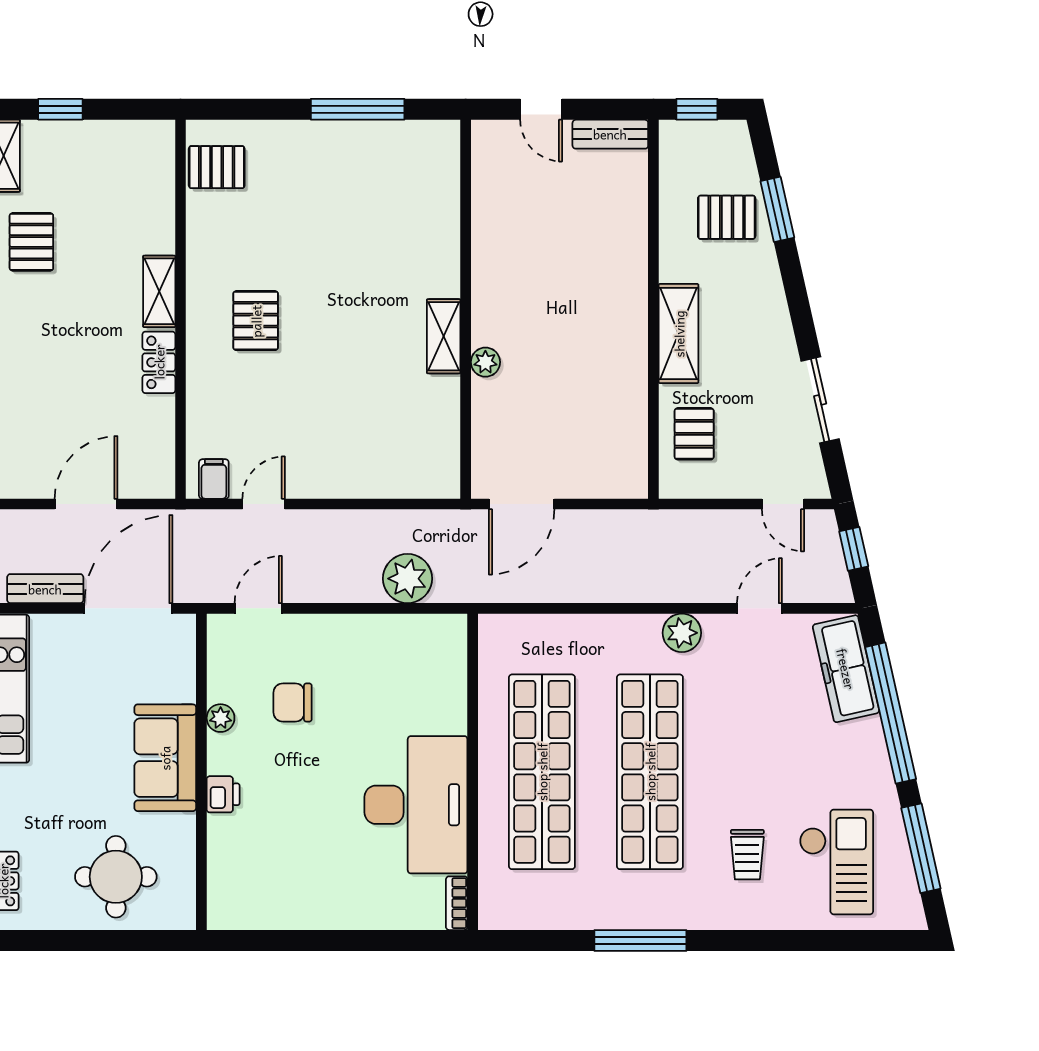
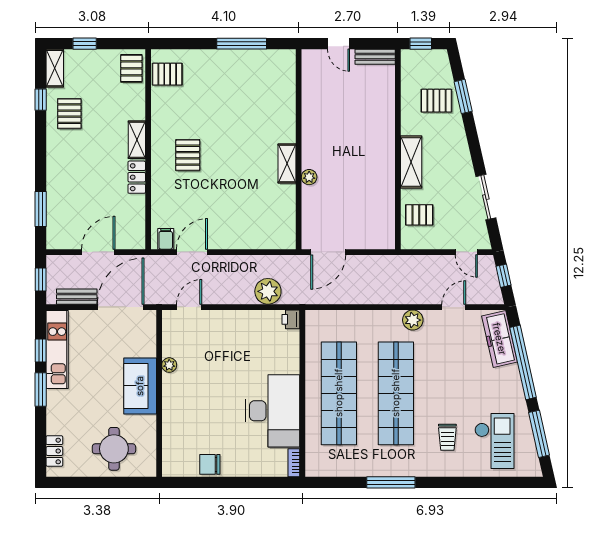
pallet: (149, 156) -> (131, 68), added
pallet: (694, 434) -> (419, 215), turned 90
door: (264, 504) -> (192, 252), width x1.38
chair: (293, 703) -> (210, 464), moved
printer: (223, 794) -> (291, 319), moved, turned 180

